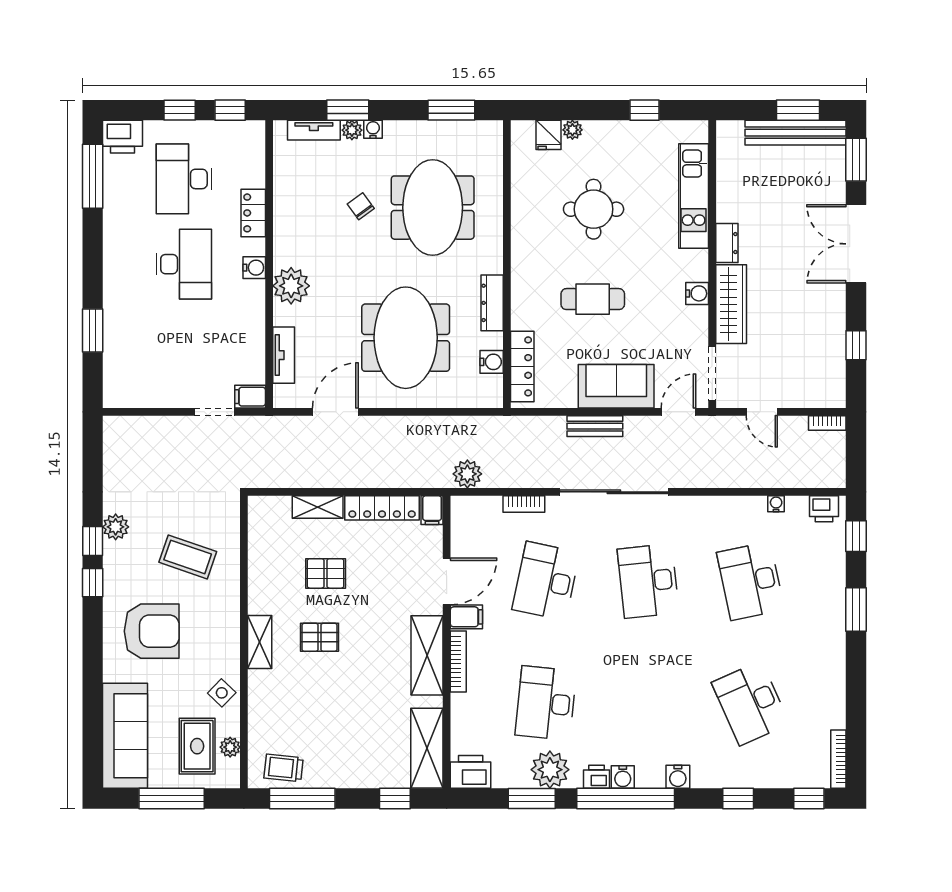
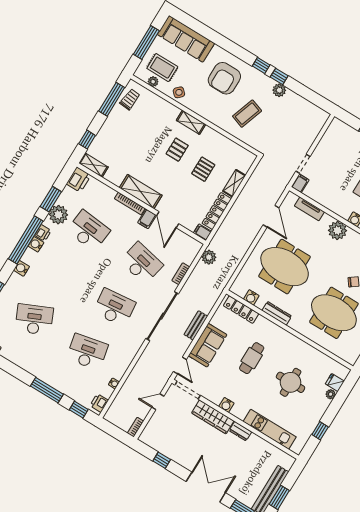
window: (856, 609) -> (47, 390), width x1.44
shelving: (427, 748) -> (94, 165), width x0.67, depth x0.75

